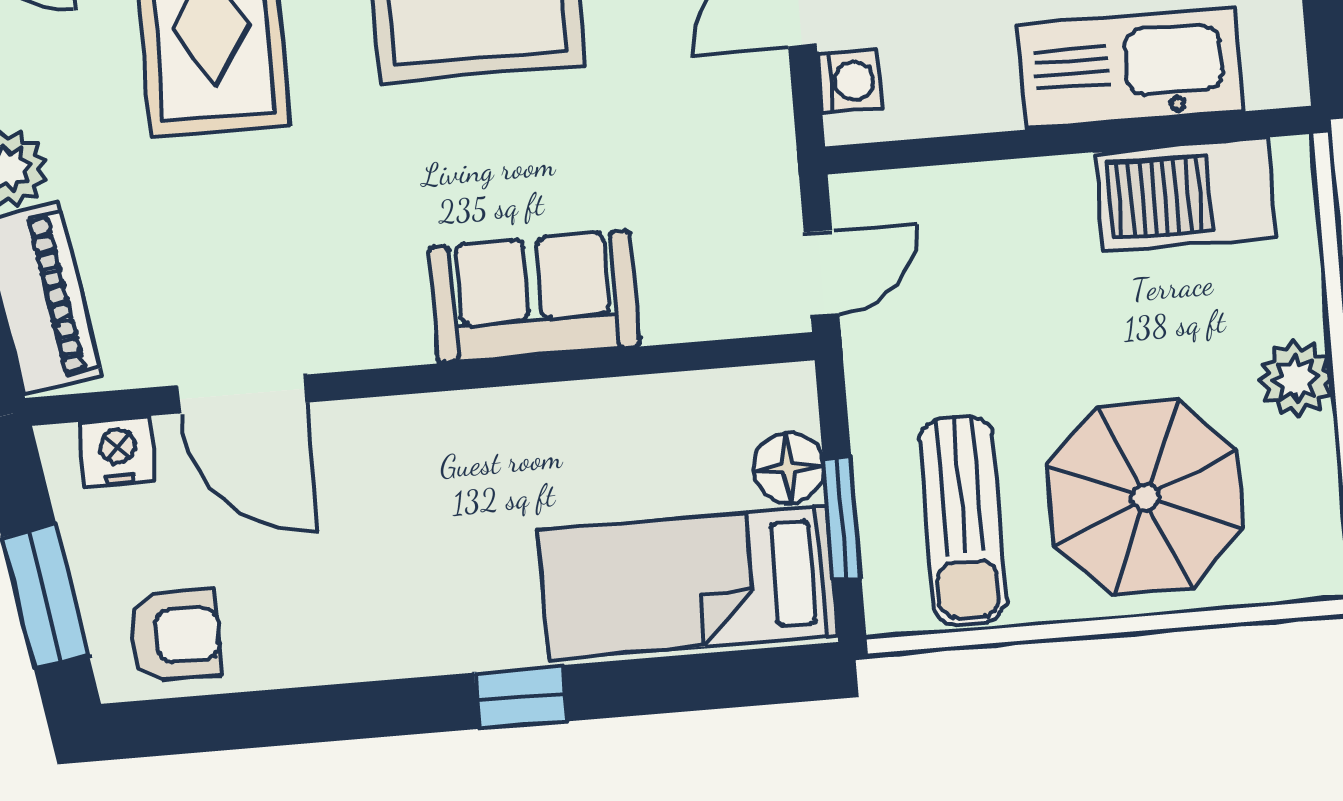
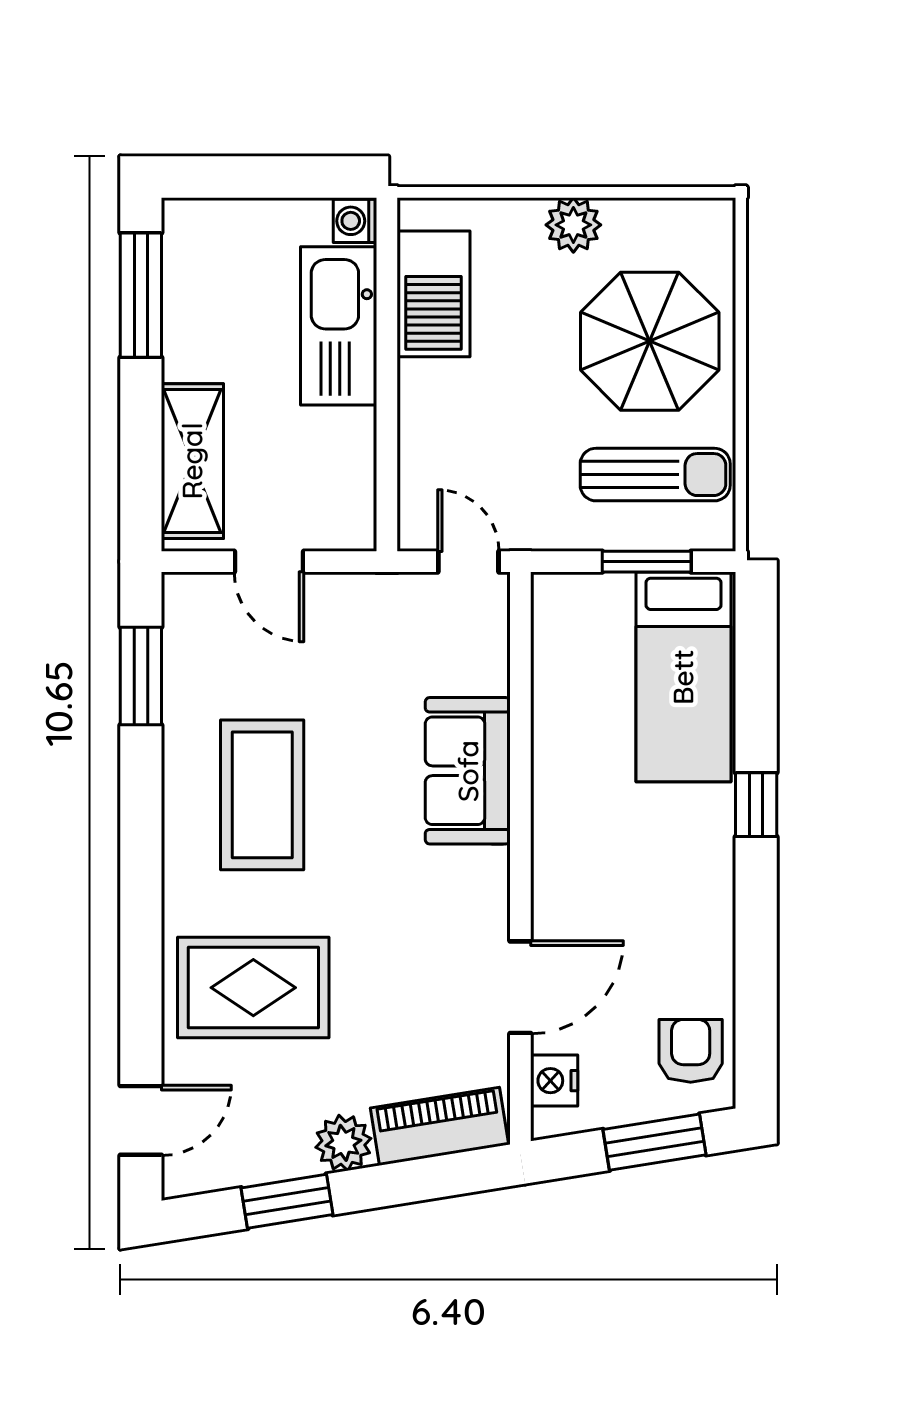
washing machine: (850, 81) -> (355, 221), moved, turned -90
floor lamp: (788, 468) -> (607, 597), removed

